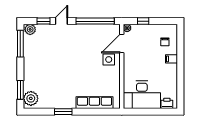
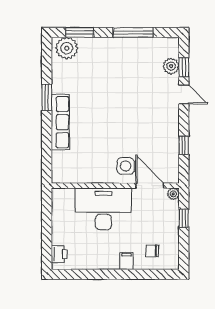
window: (95, 21) -> (184, 145), width x0.32
plant: (30, 29) -> (171, 66), moved
window: (20, 44) -> (133, 32), moved
desk: (142, 95) -> (103, 209), moved, turned 90
row of seats: (94, 103) -> (60, 122), moved

